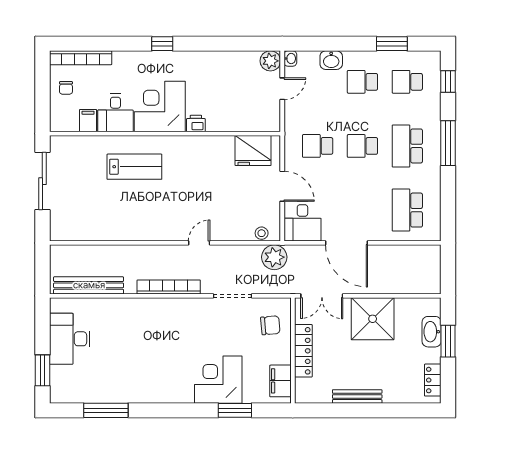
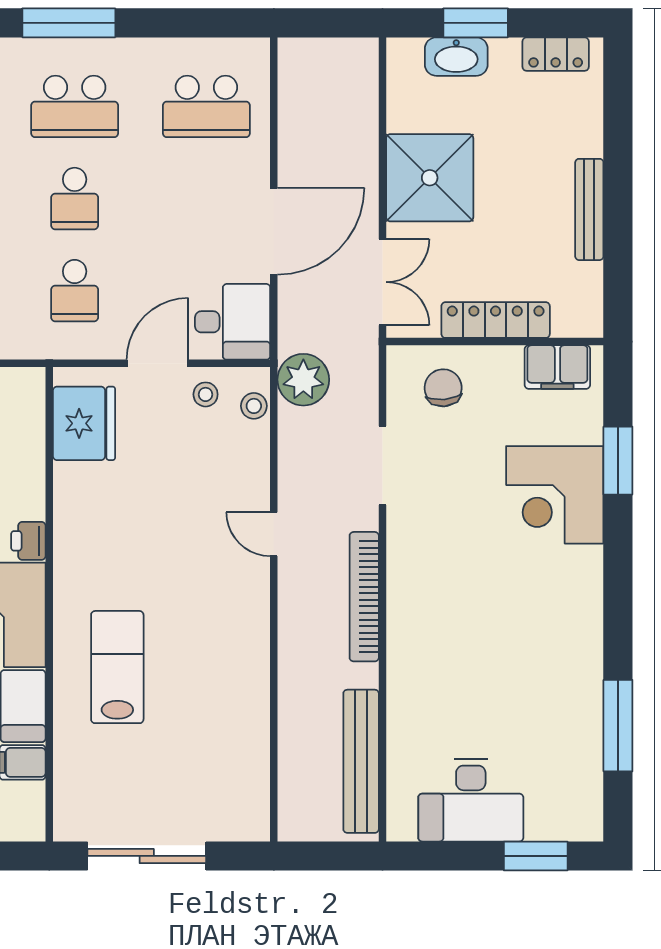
stool: (267, 210) -> (206, 394), added

